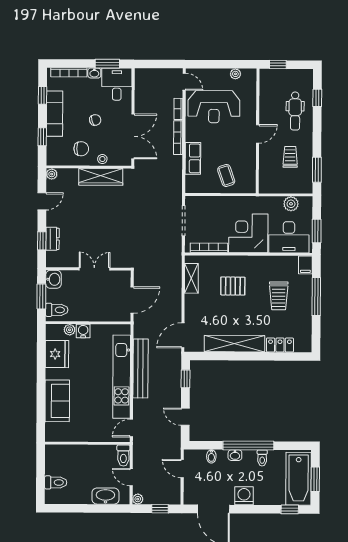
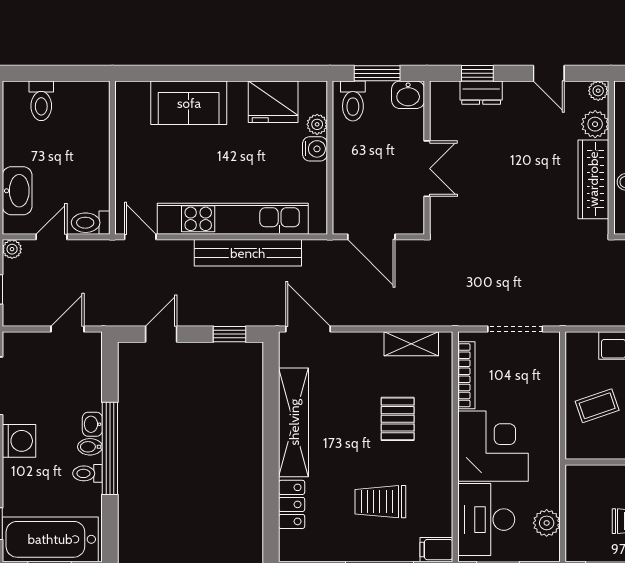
plant: (70, 176) -> (595, 124), added
bidet: (211, 456) -> (90, 447), moved

